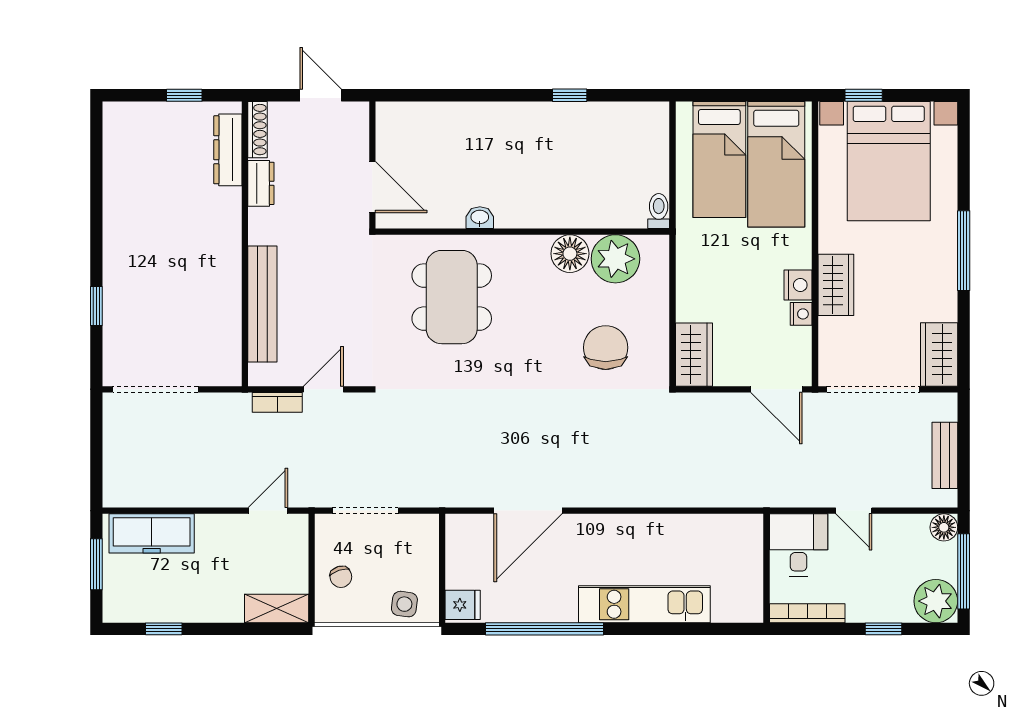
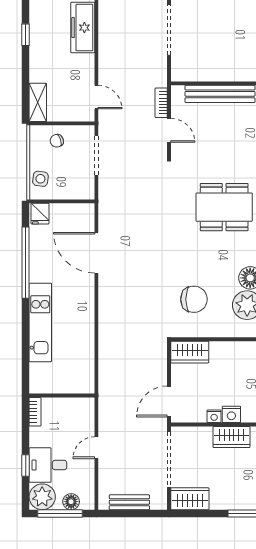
floor lamp: (944, 527) -> (71, 502), moved
desk: (799, 545) -> (48, 465), moved, turned 180
bookcase: (807, 613) -> (35, 412), width x0.64

